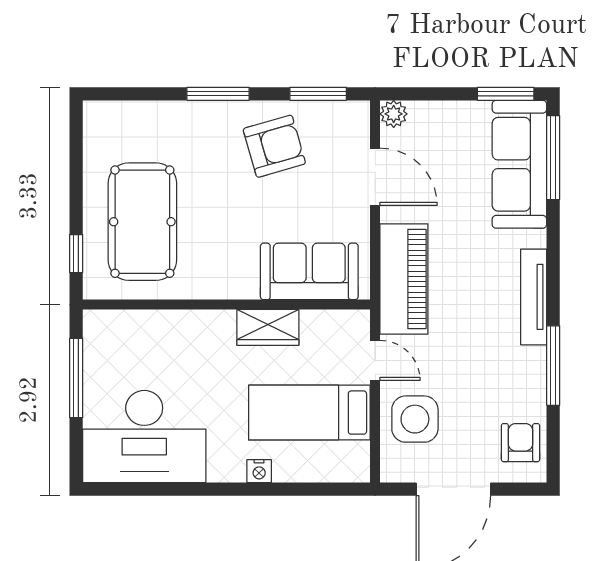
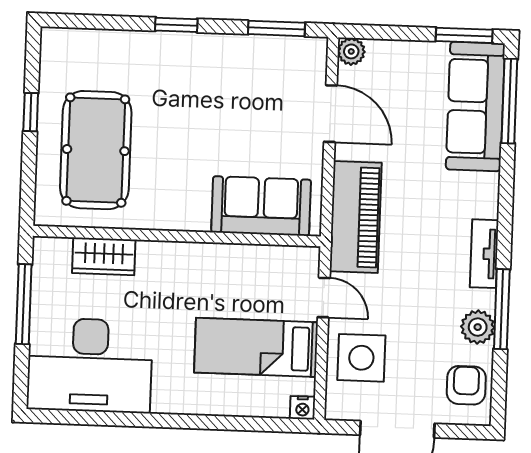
window: (218, 94) -> (176, 25), width x0.67
armchair: (274, 146) -> (231, 79), removed
window: (76, 254) -> (31, 112), moved
tv unit: (534, 297) -> (484, 254), width x0.71
wardrobe: (268, 327) -> (104, 256), moved
plant: (530, 384) -> (478, 327), added
nightstand: (259, 471) -> (303, 408), moved

